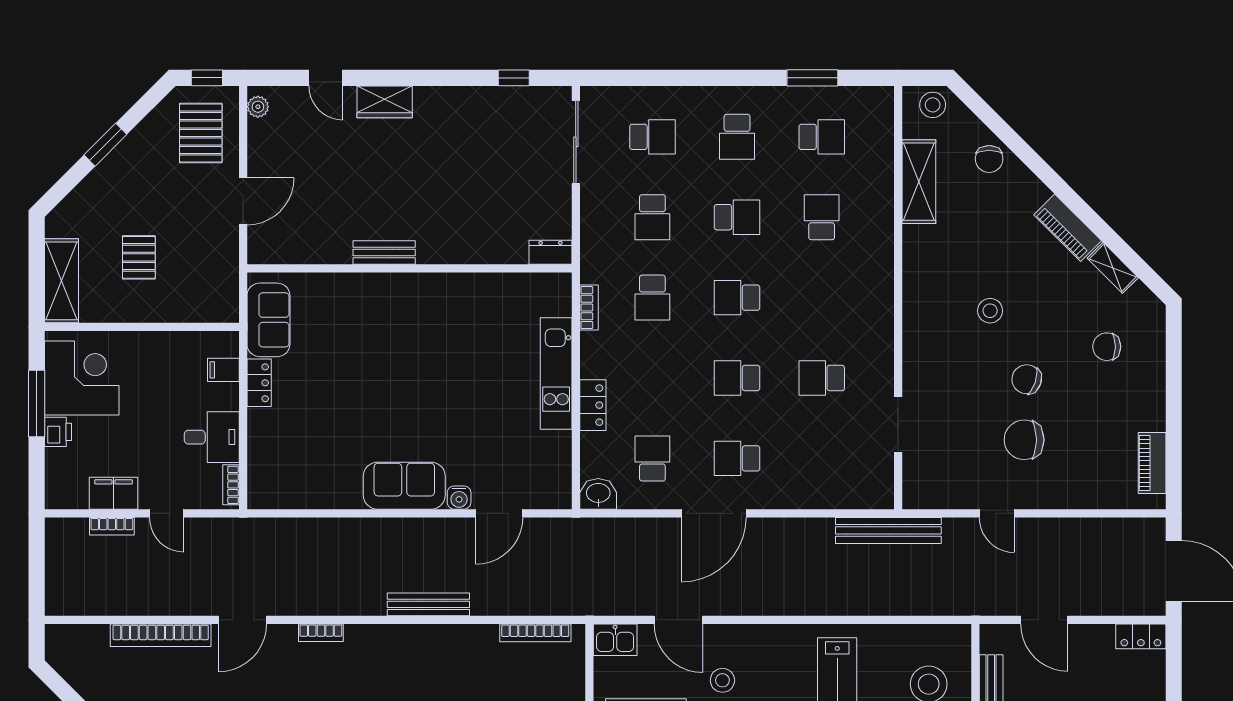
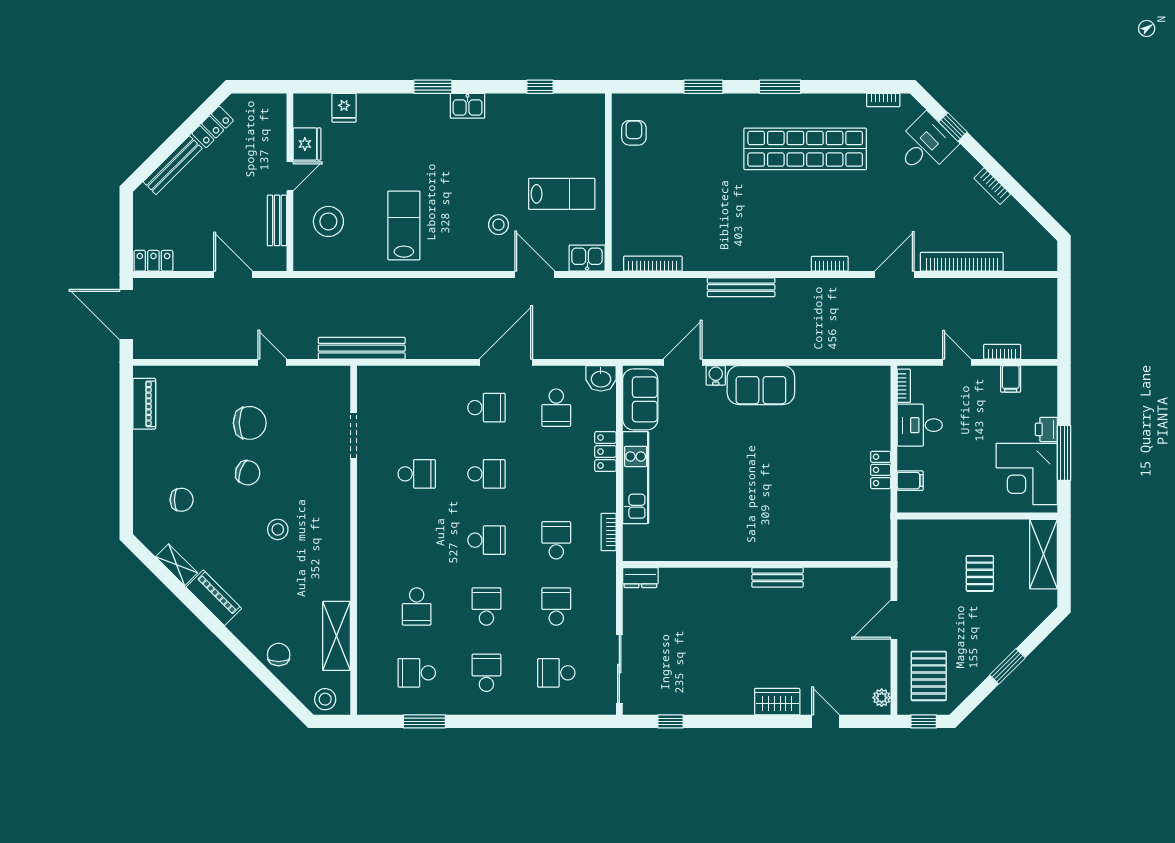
school desk: (737, 217) -> (486, 606), turned 90
sofa: (268, 320) -> (640, 399), moved, turned 180
filing cabinet: (114, 493) -> (1011, 379), width x0.50

